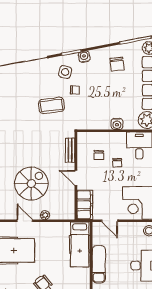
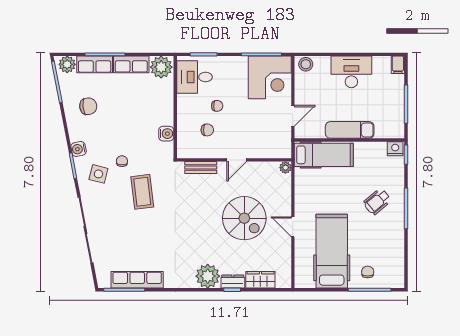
water cooler: (117, 124) -> (166, 134), moved
spiral stairs: (31, 184) -> (244, 218), turned 180
filing cabinet: (85, 205) -> (272, 148), removed
plant: (45, 215) -> (285, 168), moved
door: (25, 221) -> (293, 227), hinge flipped

